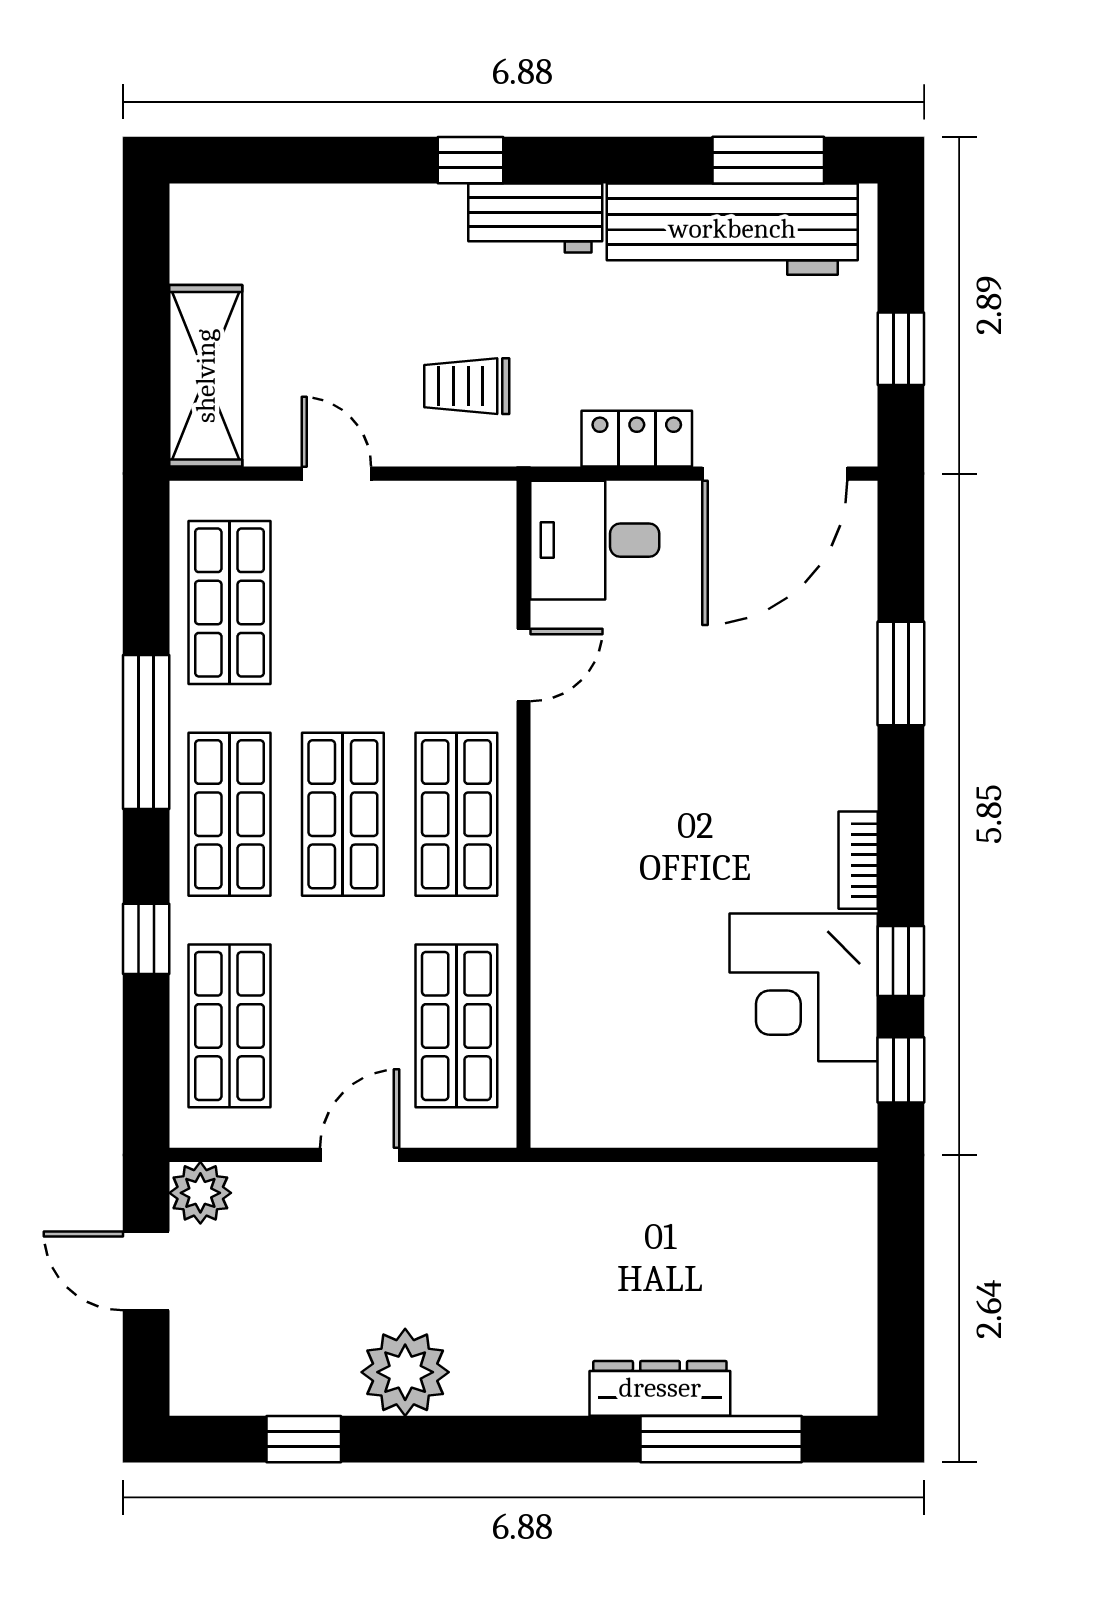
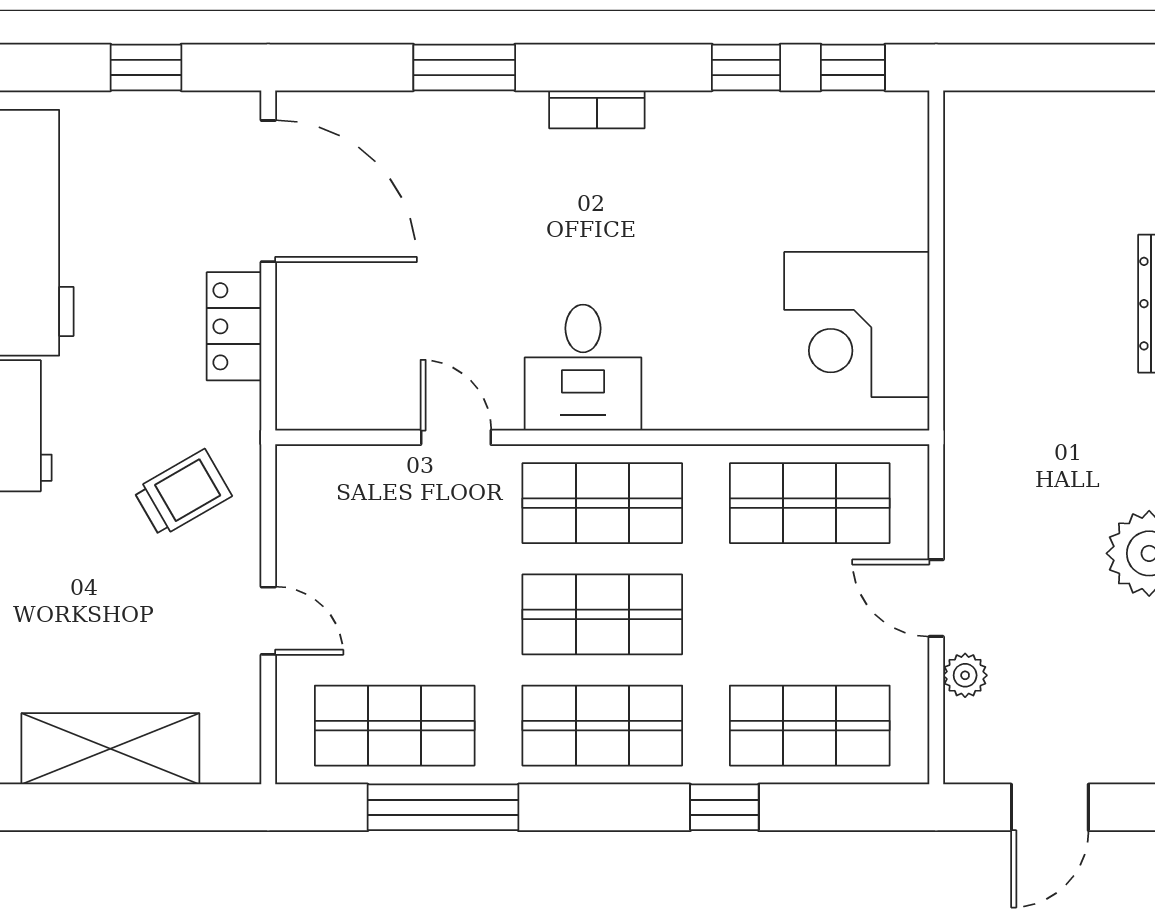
shelving: (206, 376) -> (110, 749), moved
trolley: (467, 386) -> (183, 493), turned -120
door: (336, 474) -> (268, 621), swing flipped
desk: (595, 540) -> (583, 368), moved
window: (146, 732) -> (443, 807), moved
bookcase: (858, 860) -> (597, 109), moved
corner desk: (804, 987) -> (857, 324), moved, turned 90
plant: (200, 1193) -> (965, 675), moved, width x0.73, depth x0.73

